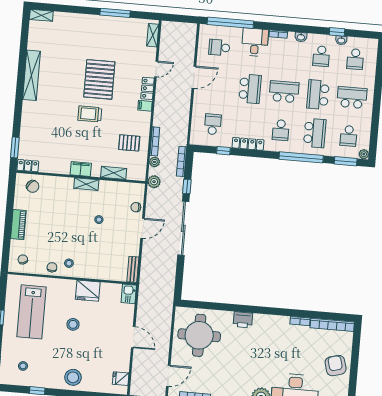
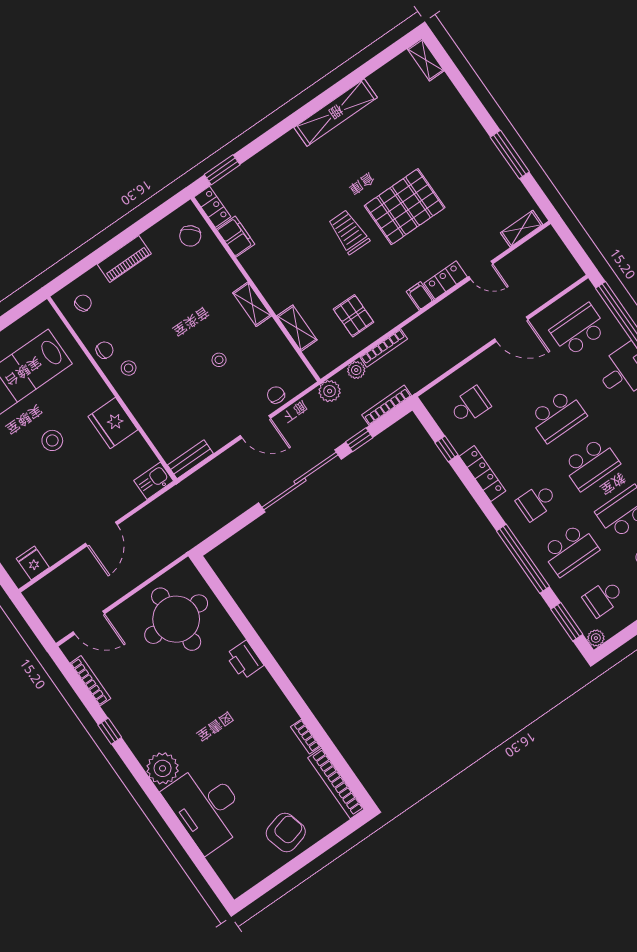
school desk: (219, 47) -> (579, 330), width x1.85
school desk: (284, 92) -> (591, 464), turned 90
filing cabinet: (81, 169) -> (236, 237), moved

